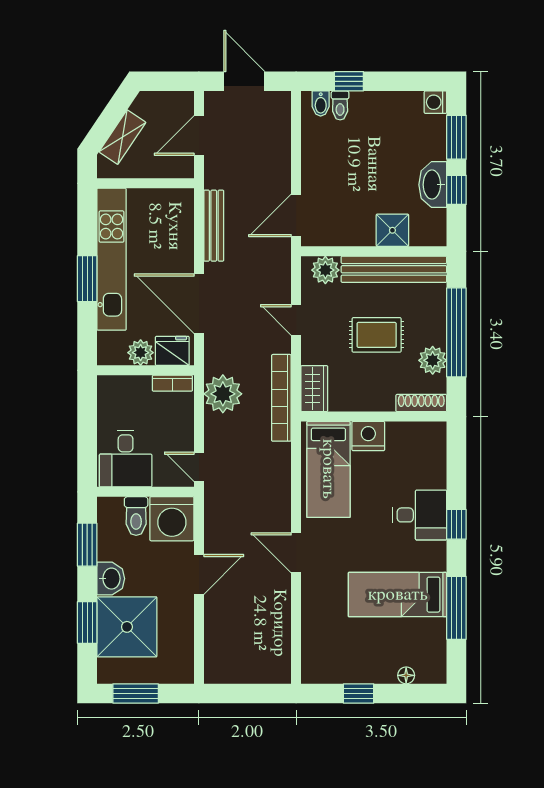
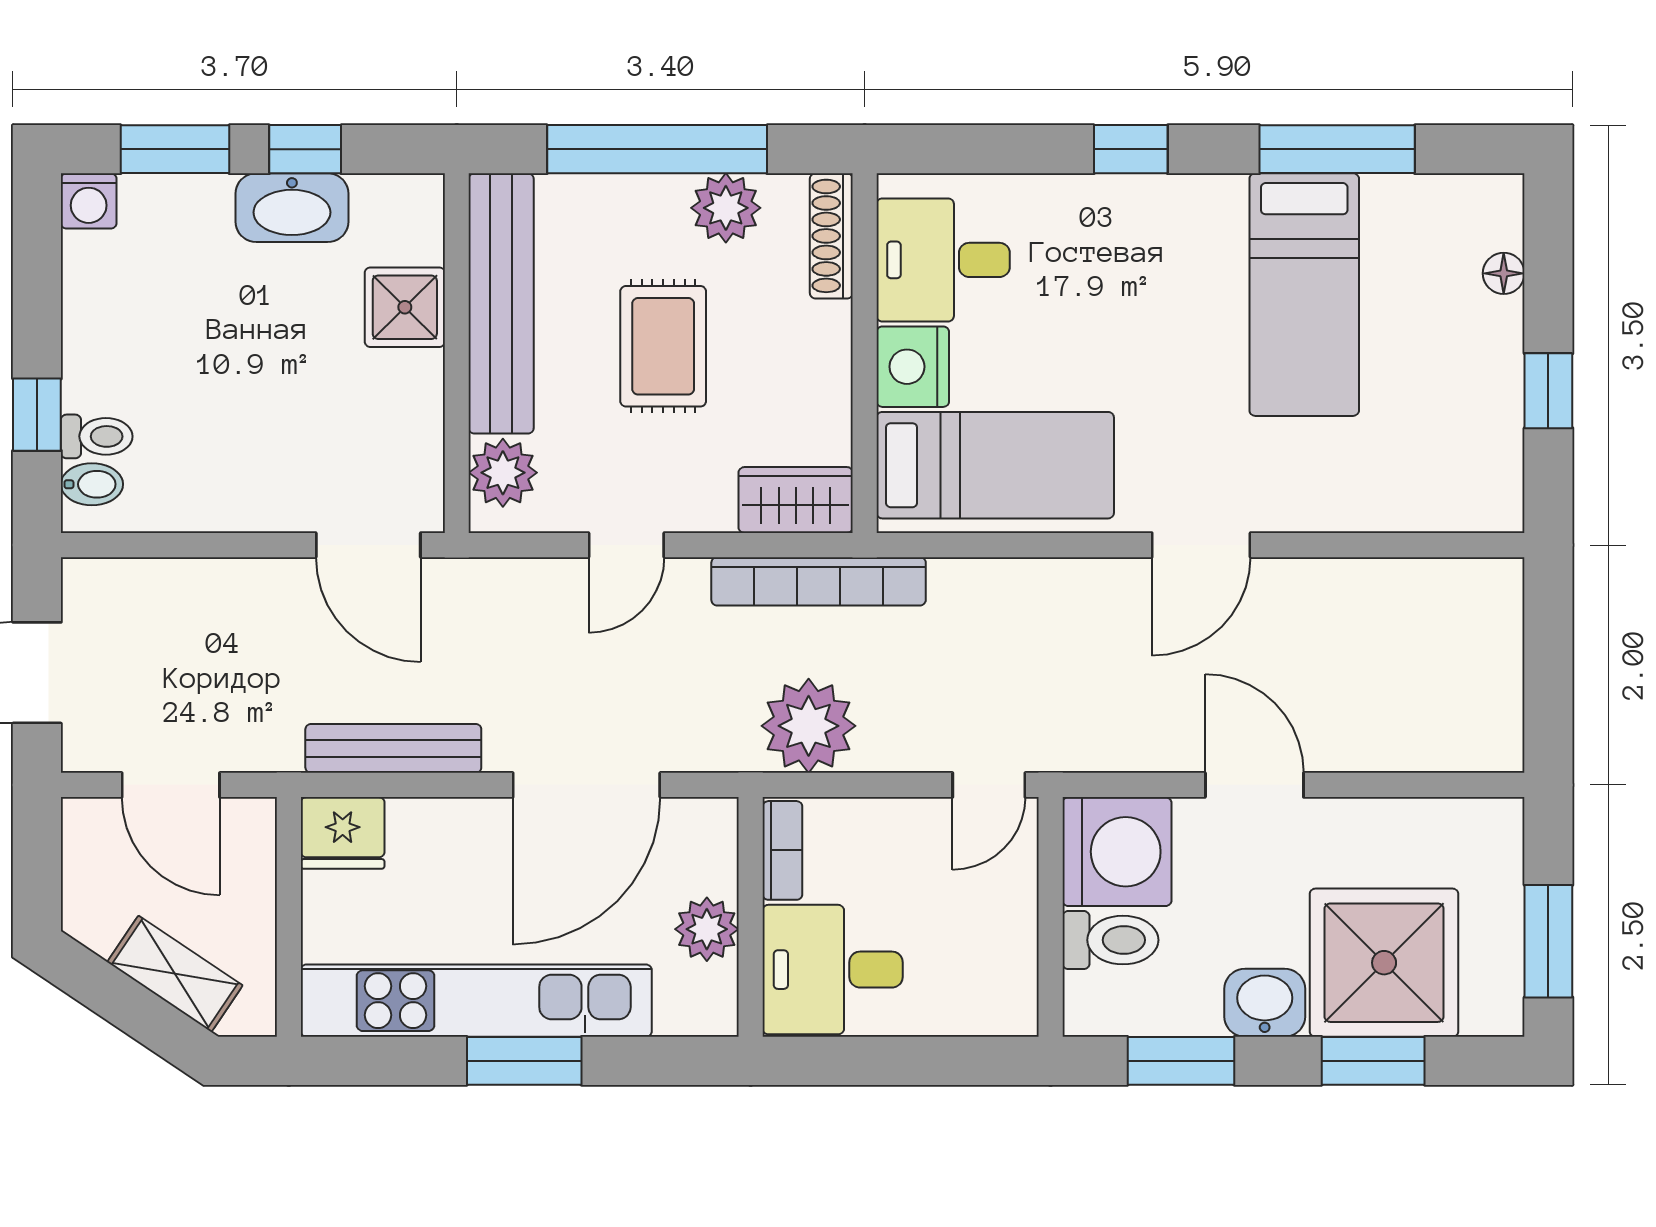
fridge: (172, 351) -> (343, 833), moved, turned -90
desk: (126, 459) -> (833, 970), moved, turned 180
desk: (420, 515) -> (943, 260), moved, turned -90

